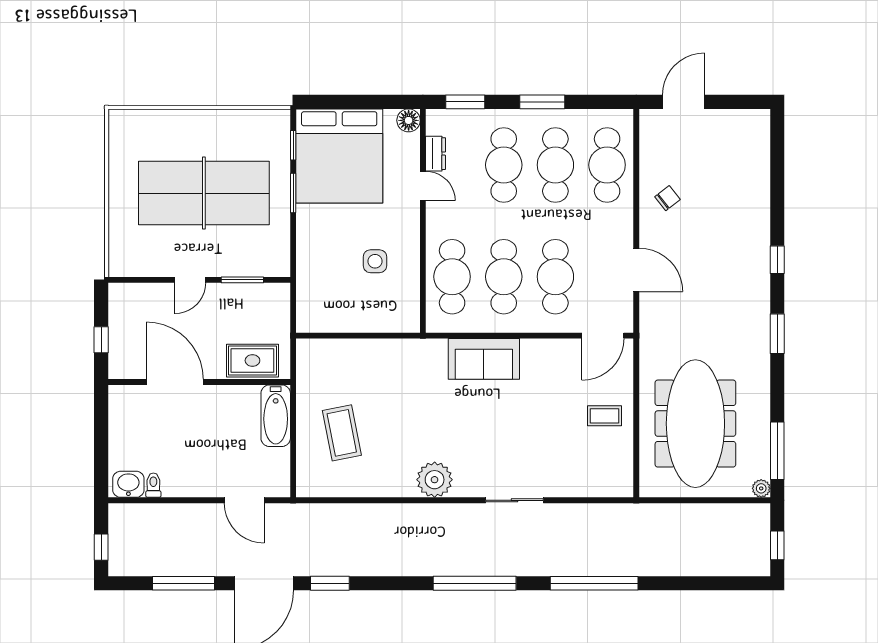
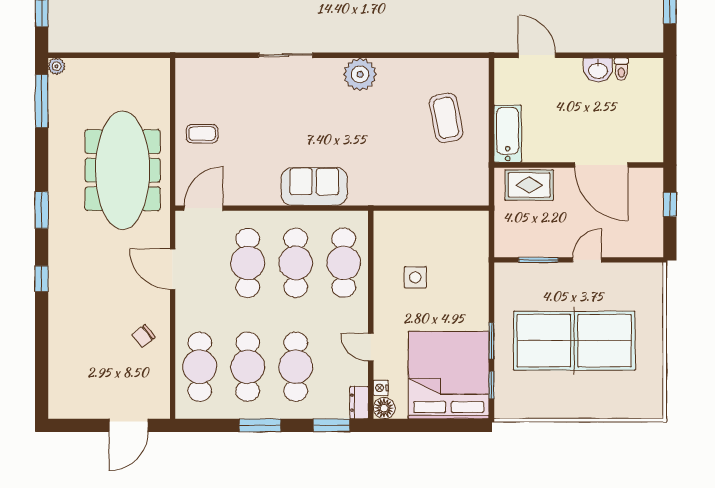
nightstand: (412, 142) -> (381, 388), added
dresser: (436, 154) -> (359, 403), moved
meeting table: (695, 424) -> (123, 170), moved
washbasin: (128, 484) -> (598, 70), moved

